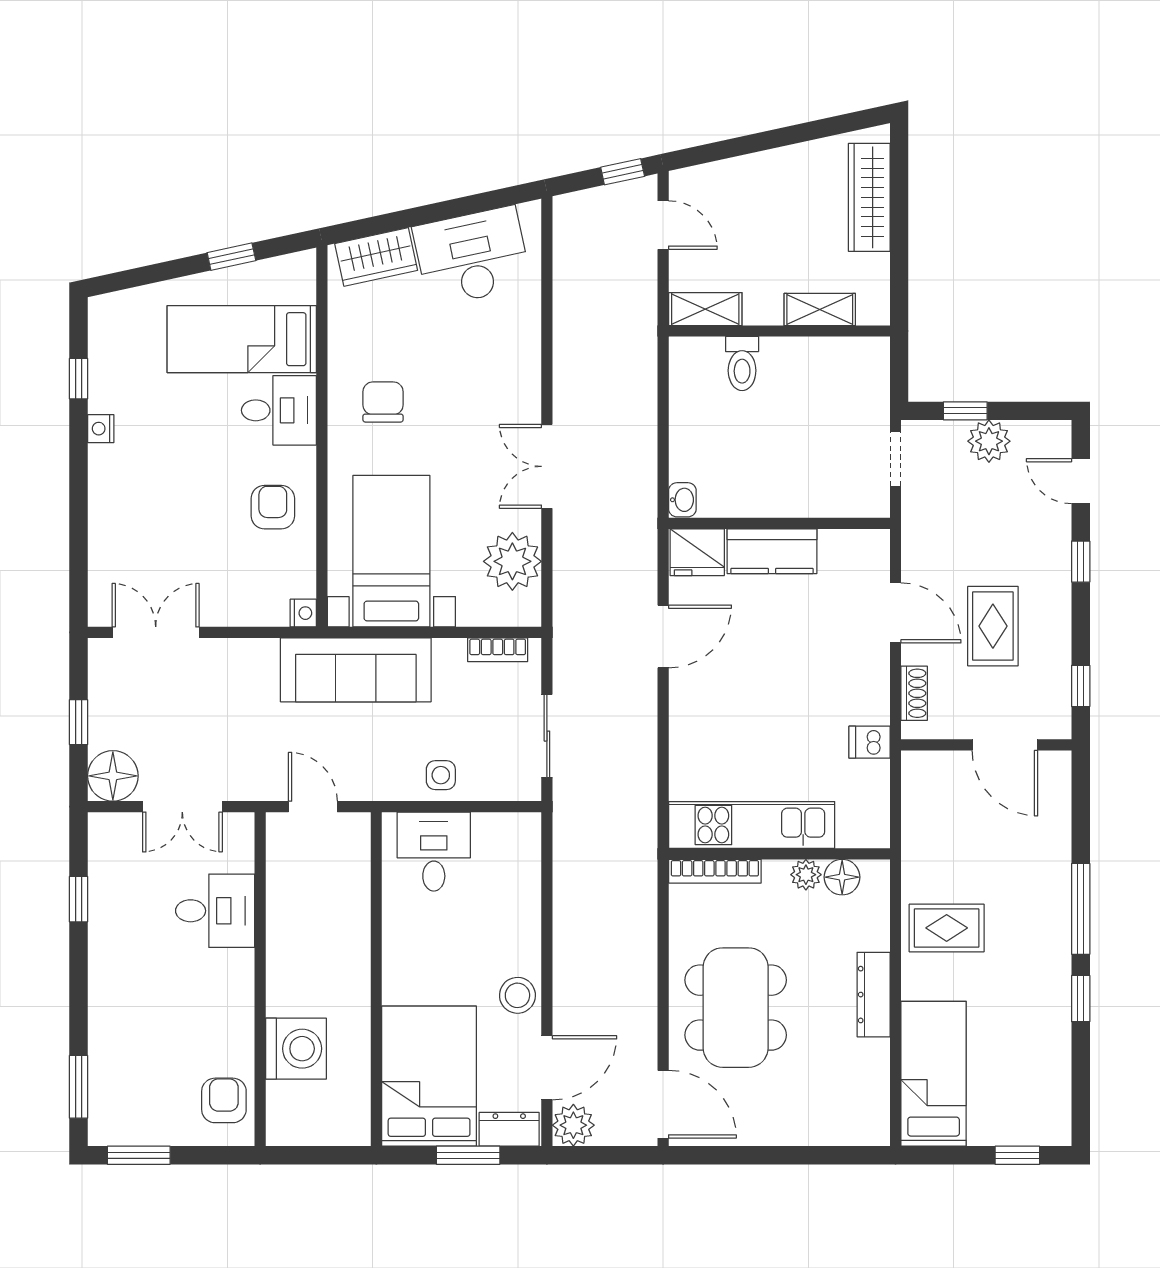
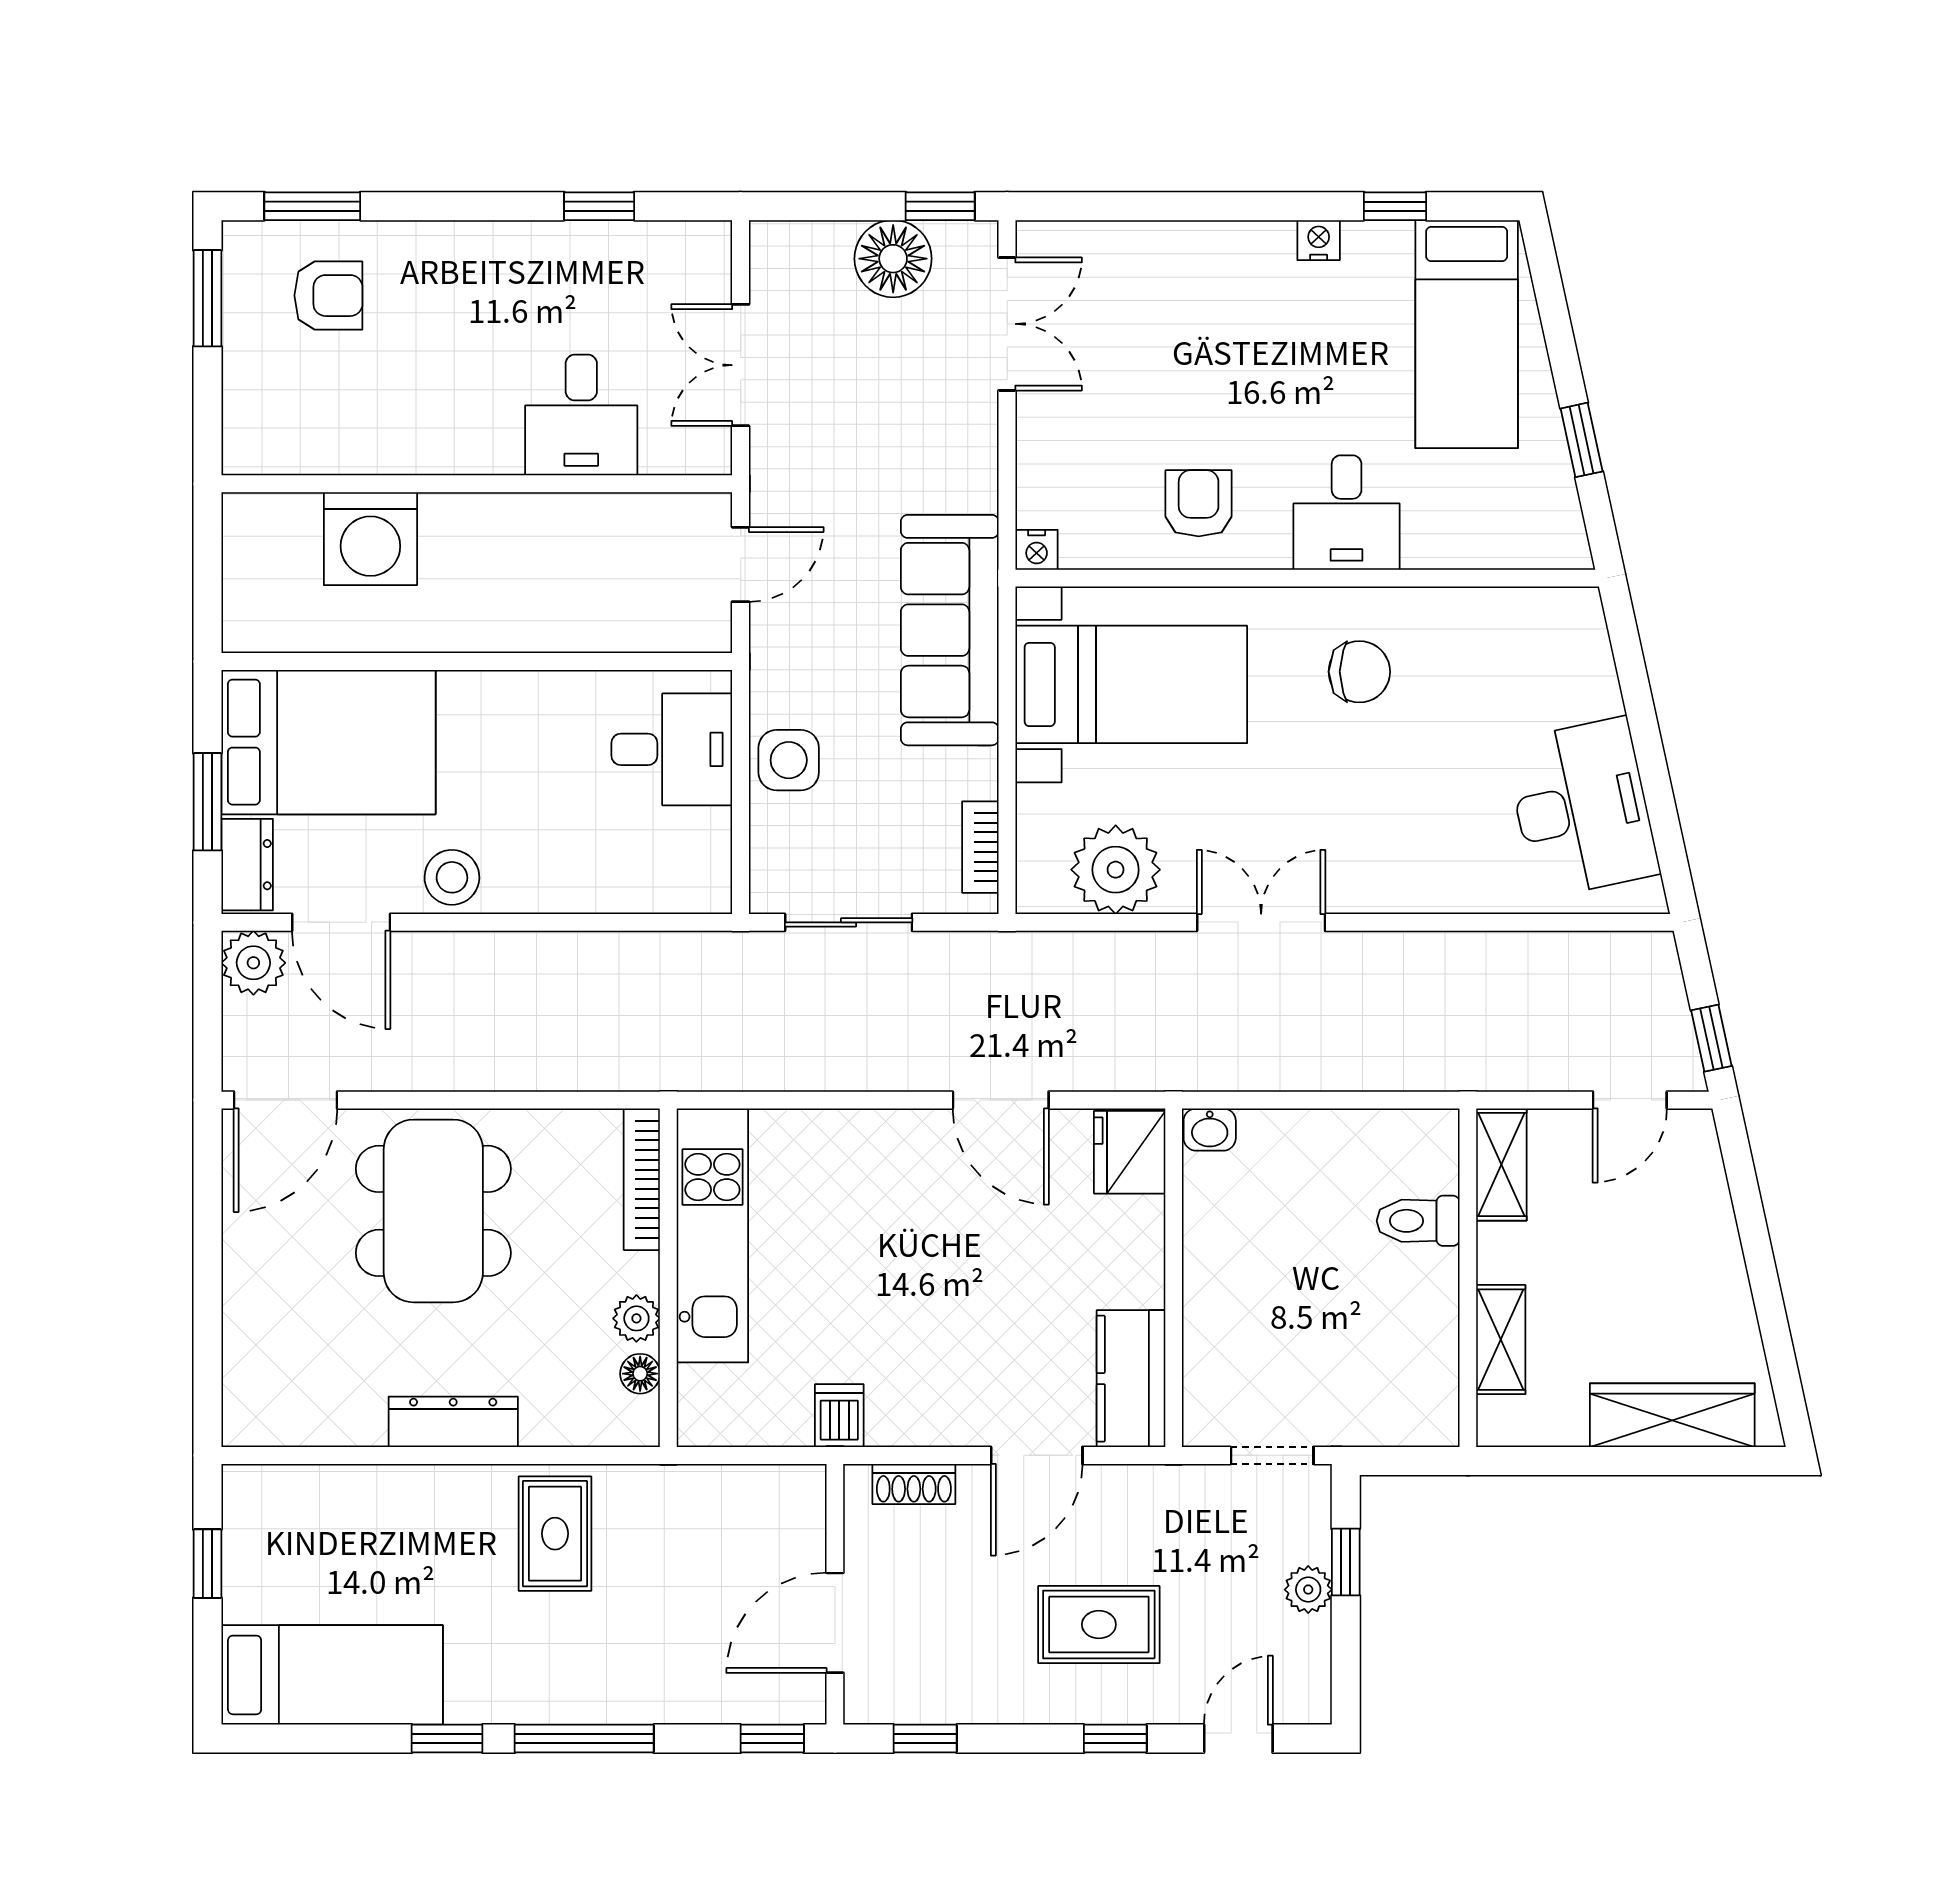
wardrobe: (376, 257) -> (1581, 661), removed
bed: (242, 339) -> (1467, 334), moved, turned 180
plant: (989, 441) -> (1308, 1590), width x0.73, depth x0.73
armchair: (273, 507) -> (1199, 503), turned -90
kitchen counter: (772, 551) -> (1131, 1379), moved
rug: (993, 626) -> (1099, 1625), moved
window: (79, 722) -> (940, 206), moved
side table: (441, 775) -> (789, 760), width x1.37, depth x1.37
floor lamp: (113, 776) -> (893, 259), moved
window: (1081, 786) -> (772, 1739), added
floor lamp: (842, 877) -> (640, 1374), width x0.73, depth x0.73
dining table: (736, 1008) -> (433, 1211), turned 90
bed: (934, 1074) -> (332, 1675), moved
armchair: (224, 1100) -> (328, 296), moved
window: (1017, 1155) -> (207, 1564), moved

